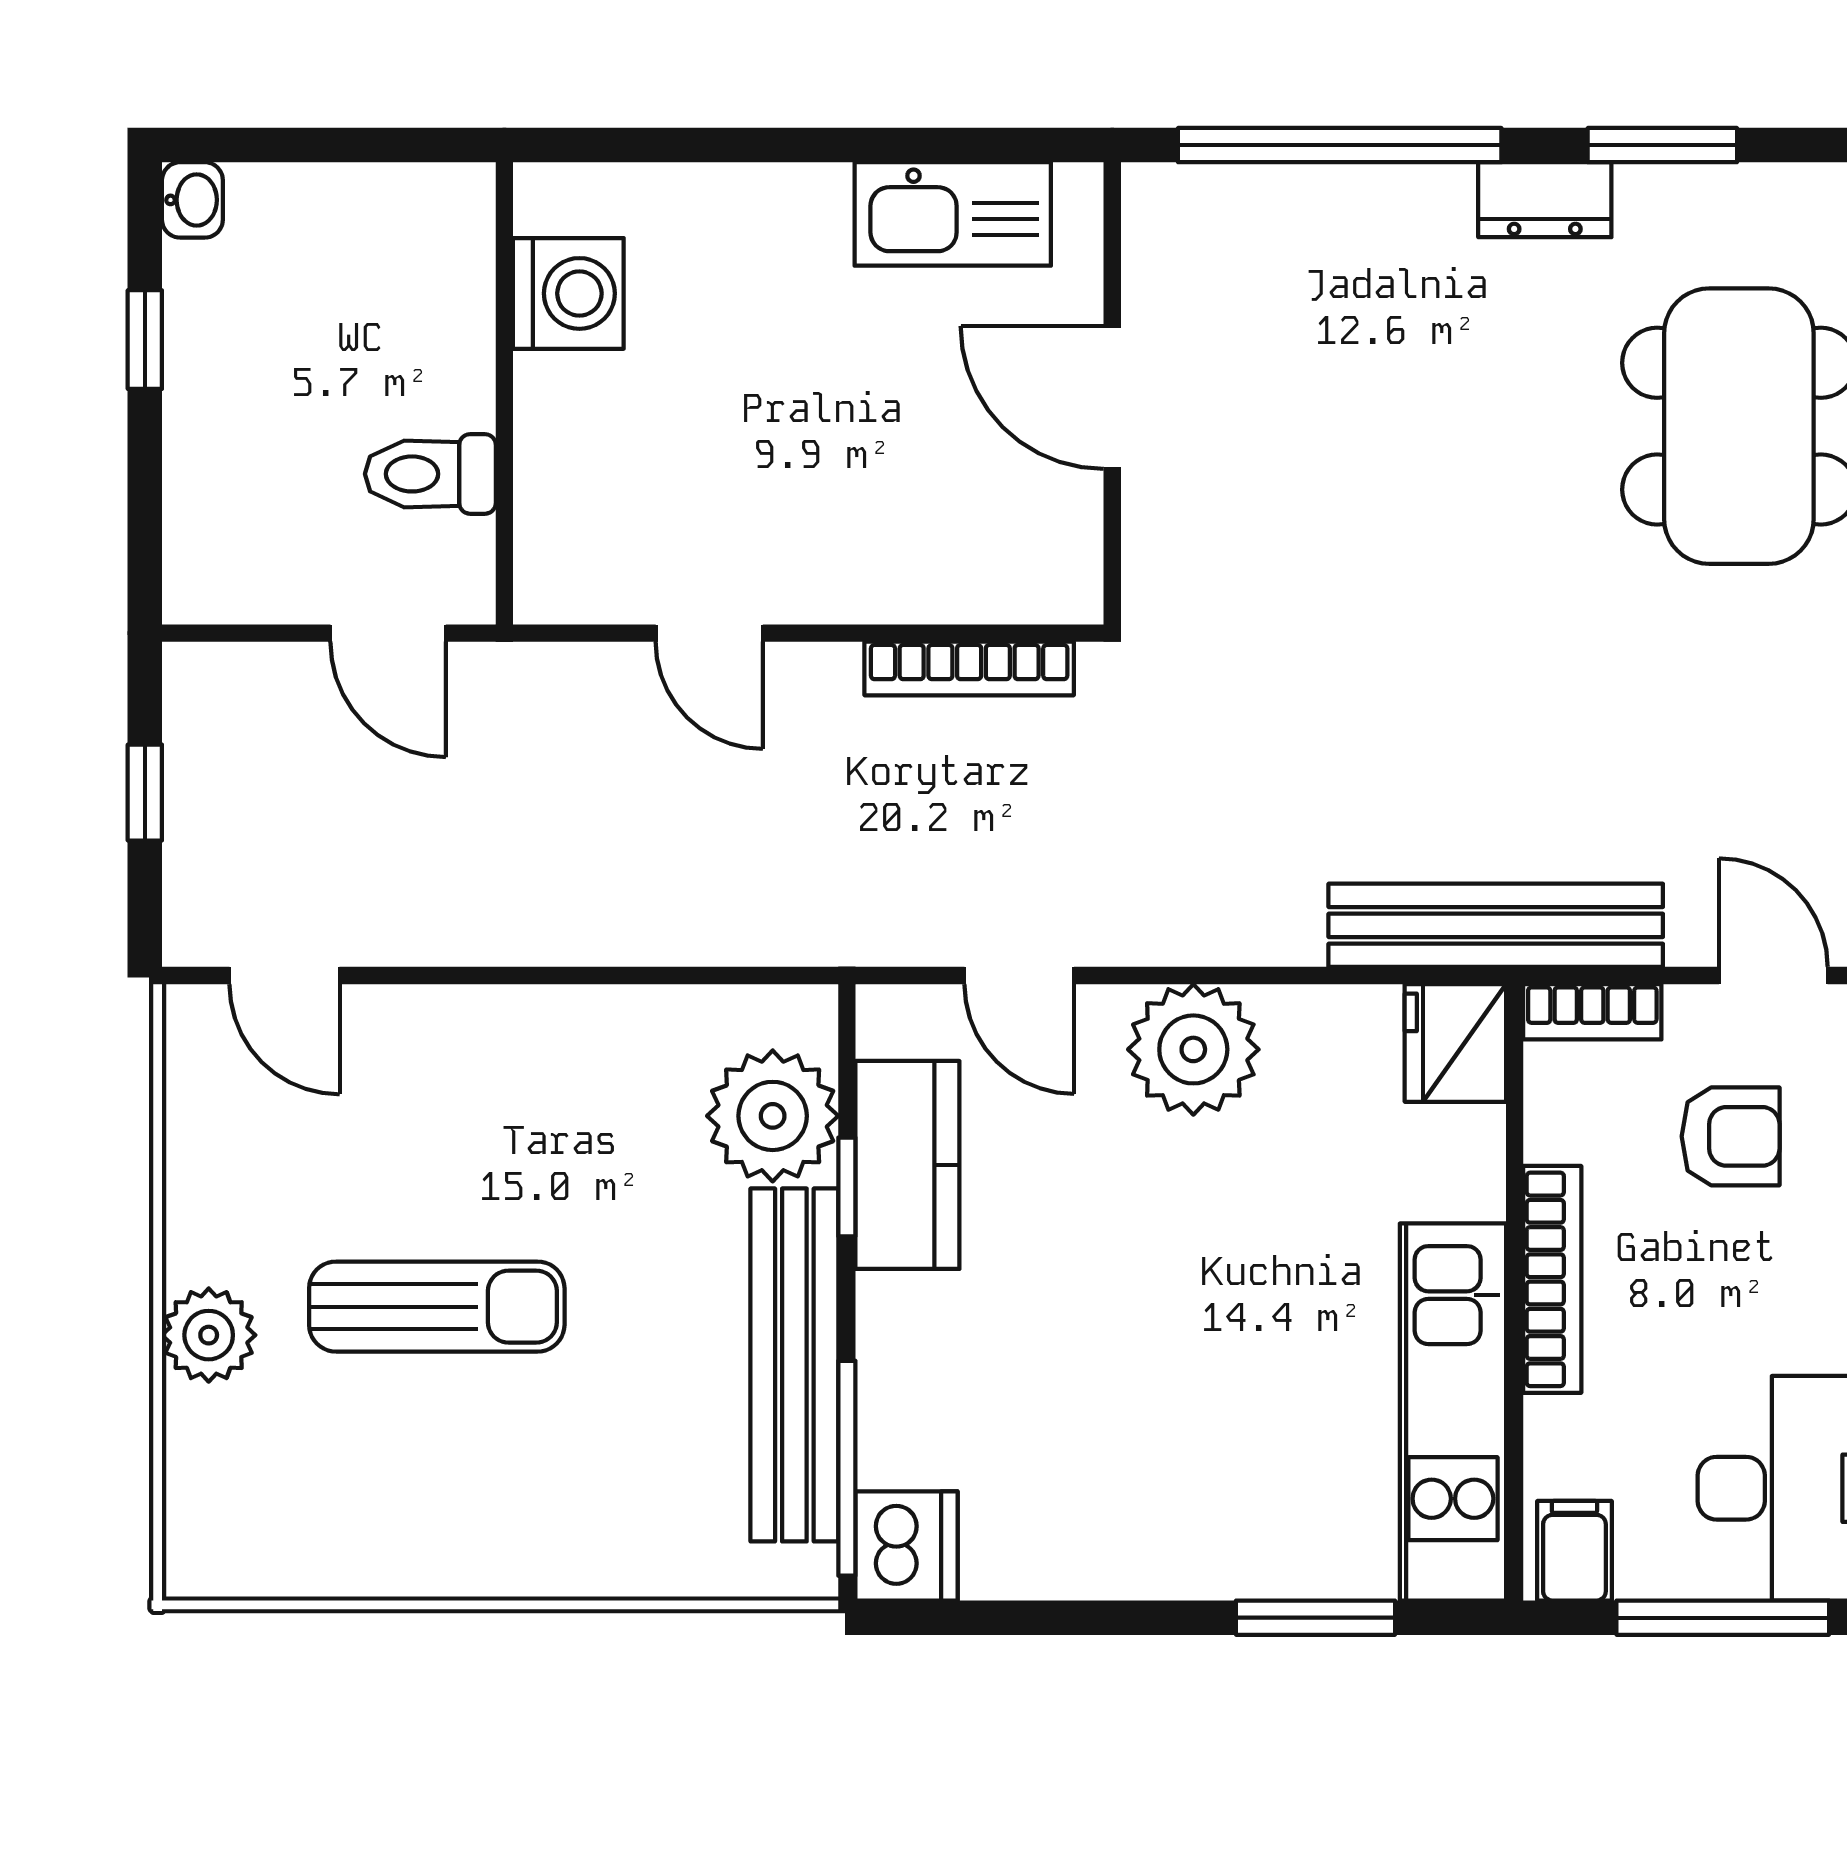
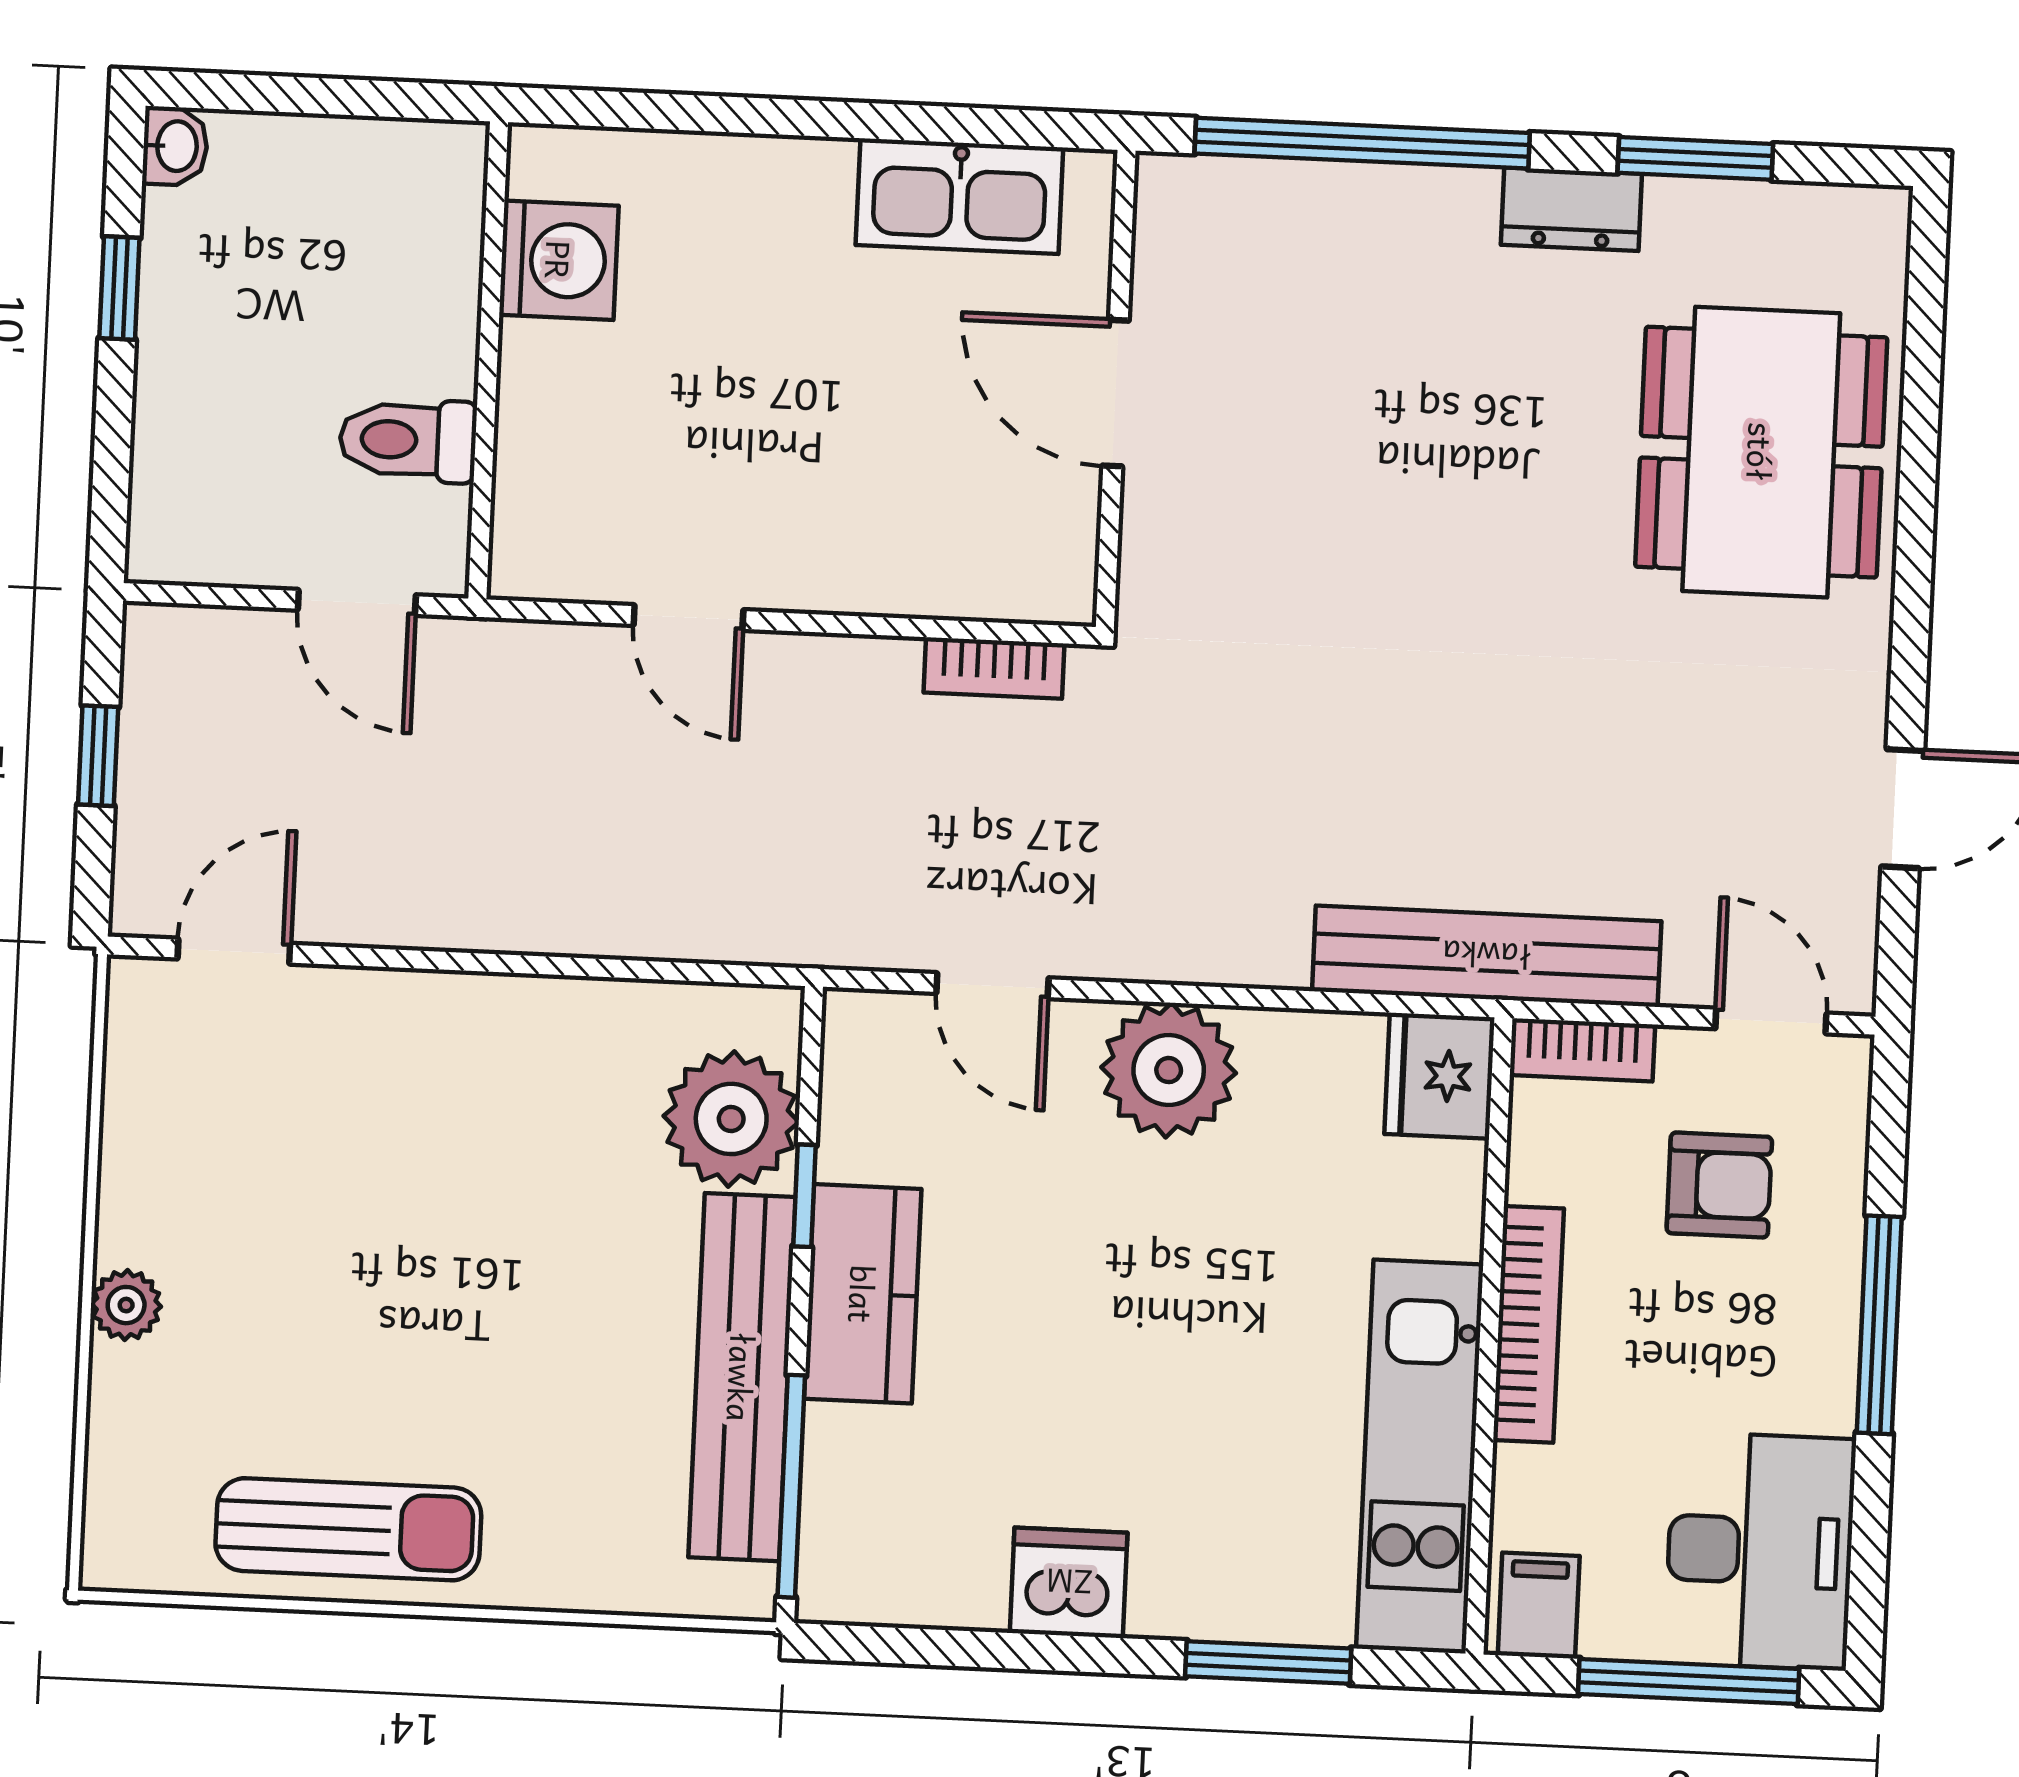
bookcase: (969, 668) -> (994, 668), width x0.64
door: (285, 976) -> (234, 951), swing flipped
kitchen counter: (907, 1165) -> (863, 1294), moved
sun lounger: (437, 1307) -> (348, 1529), moved
plant: (209, 1335) -> (126, 1305), width x0.73, depth x0.73
dishwasher: (906, 1546) -> (1069, 1583), moved, turned -90

